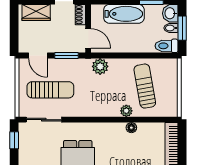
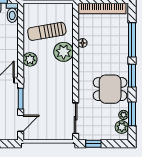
plant: (100, 66) -> (30, 59), moved
sun lounger: (50, 90) -> (50, 113), removed
plant: (126, 111) -> (64, 52), width x1.87, depth x1.87

